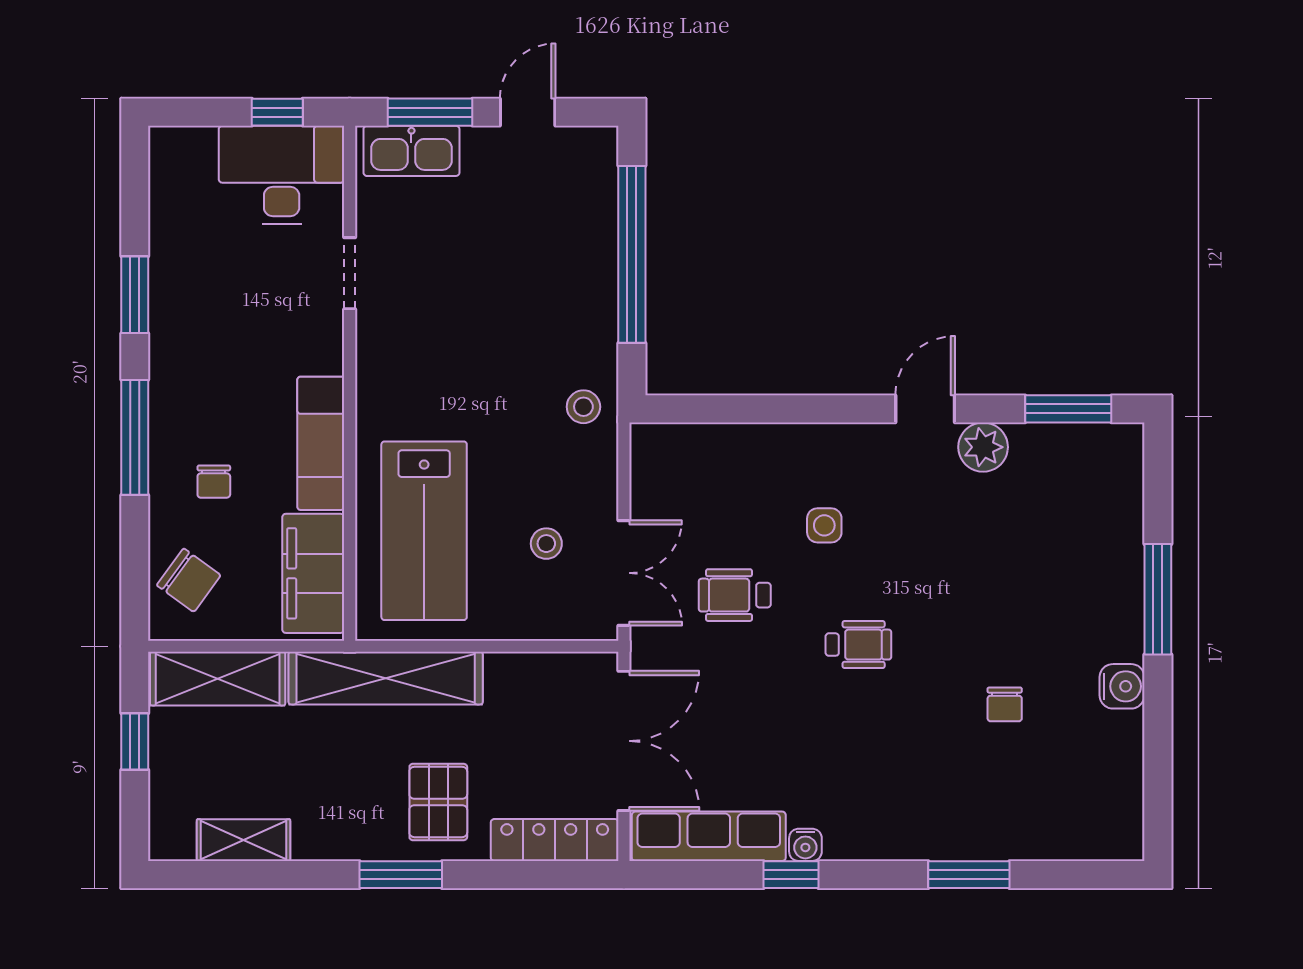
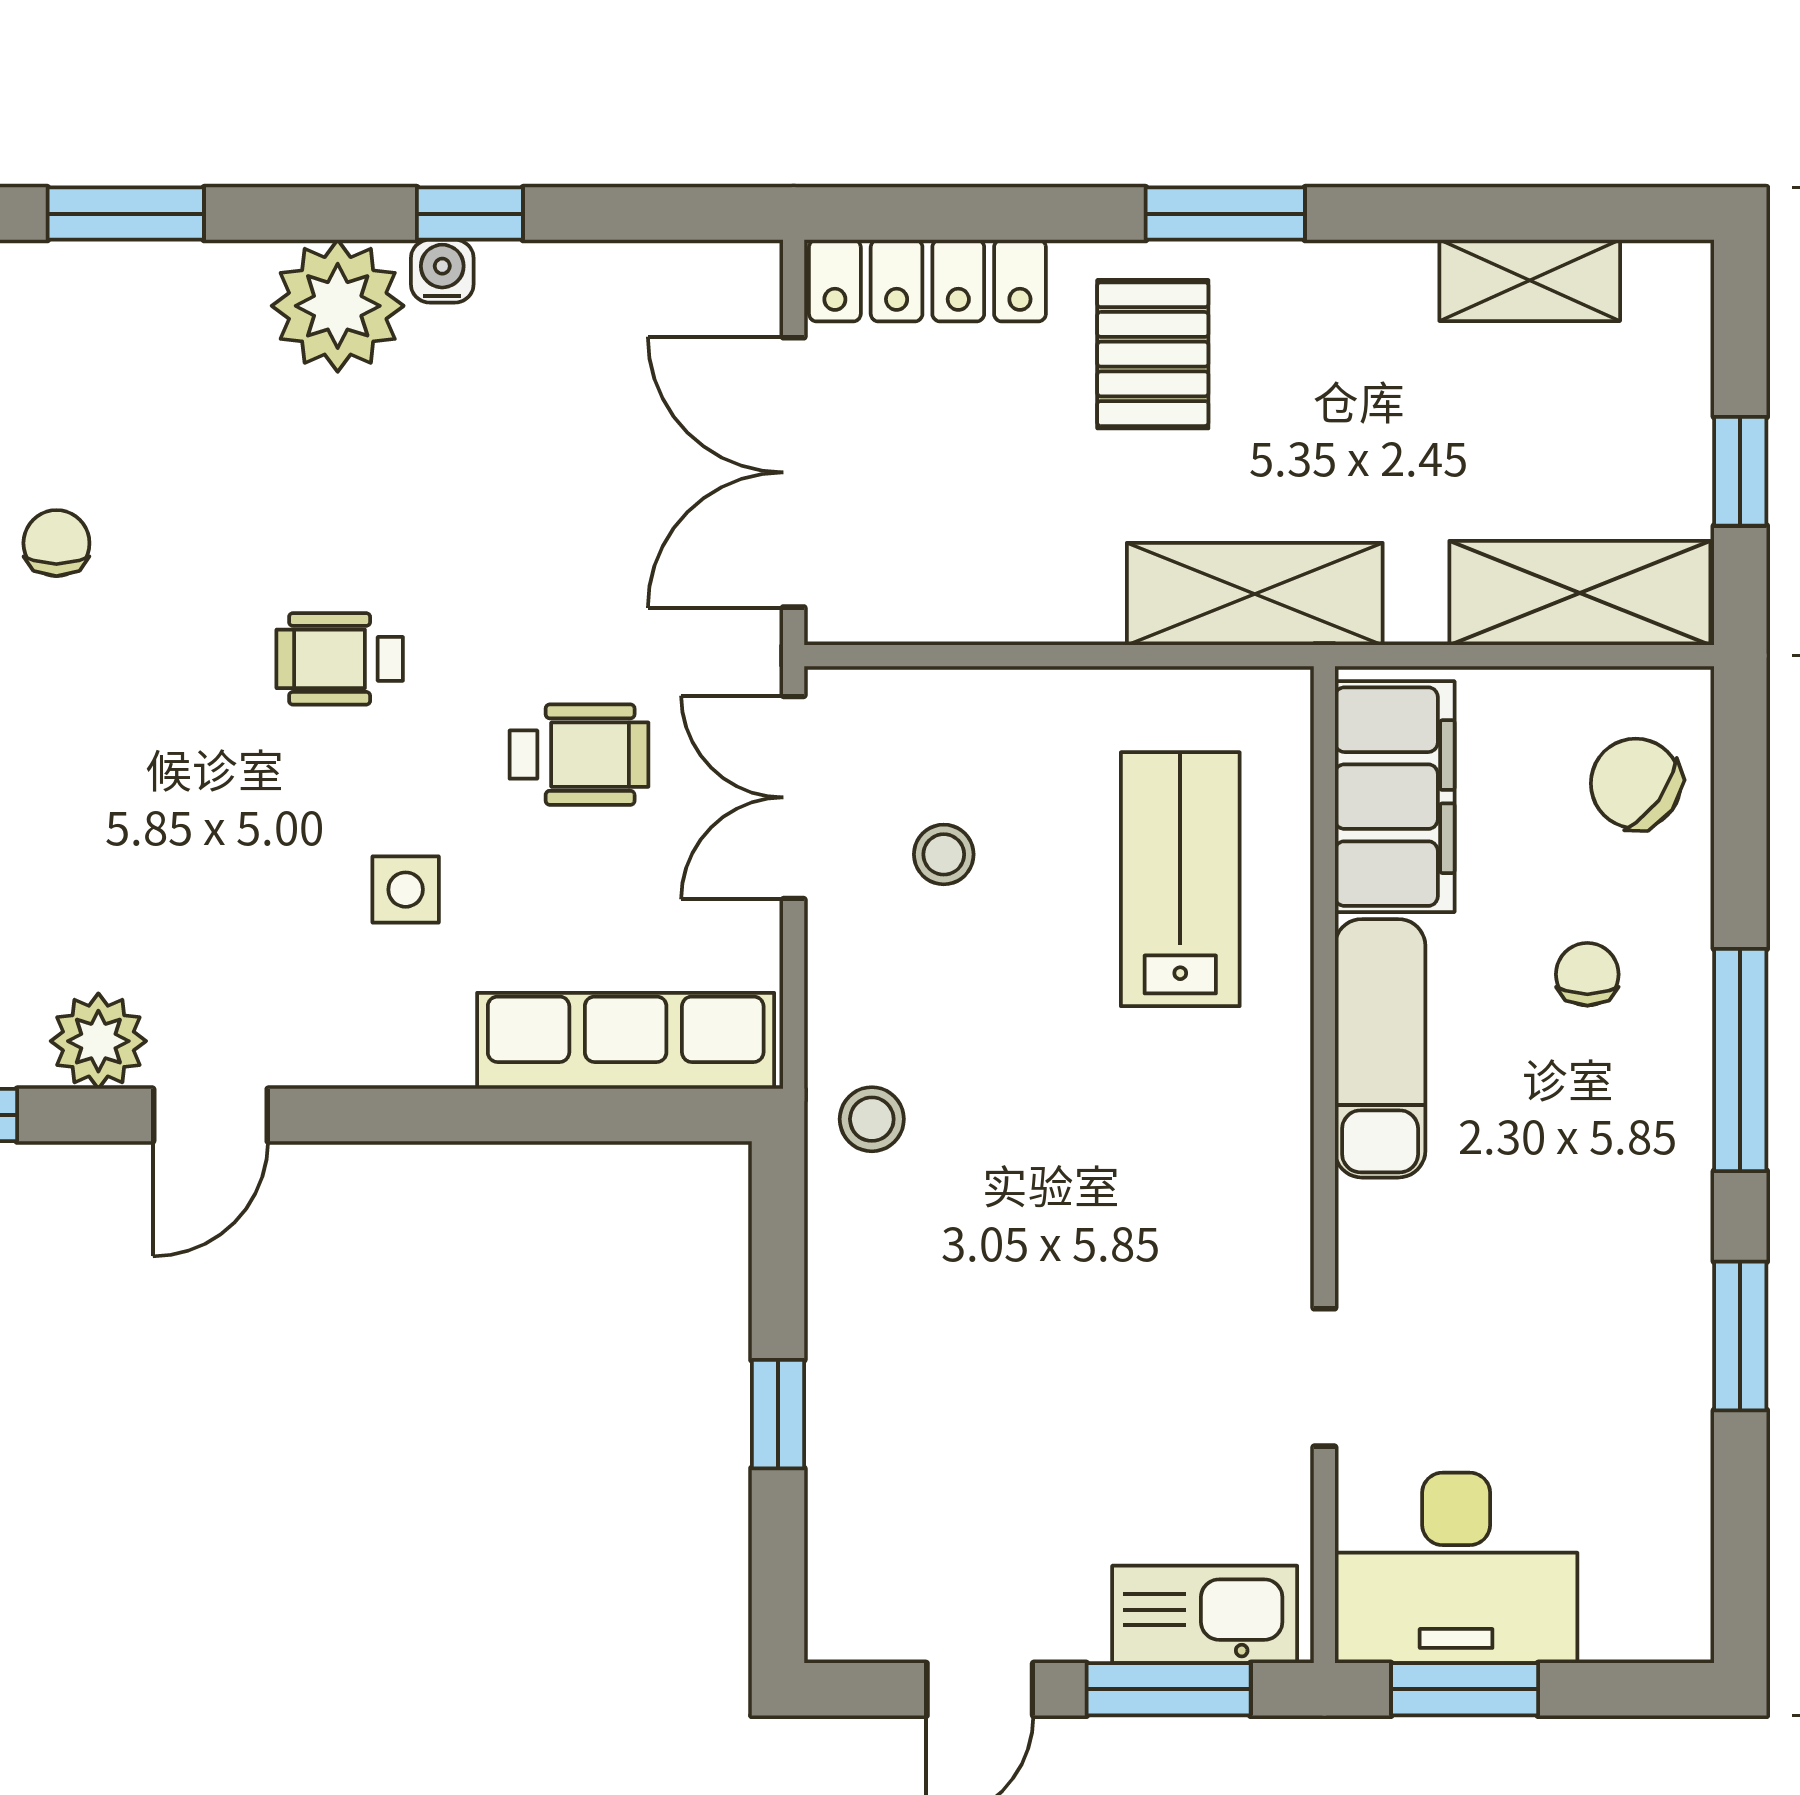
window: (277, 112) -> (1465, 1689), width x1.50
window: (632, 254) -> (778, 1414), width x0.32
lab bench: (424, 531) -> (1180, 879), width x0.73, depth x0.72
shelving: (386, 678) -> (1255, 594), width x0.68
plant: (859, 827) -> (338, 306), added
row of seats: (709, 836) -> (626, 1041), moved, turned 180

